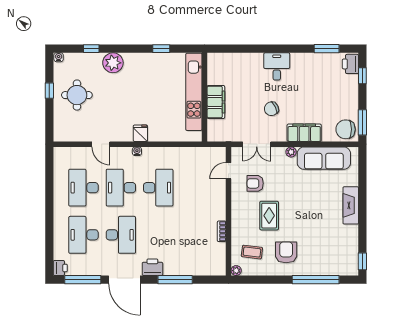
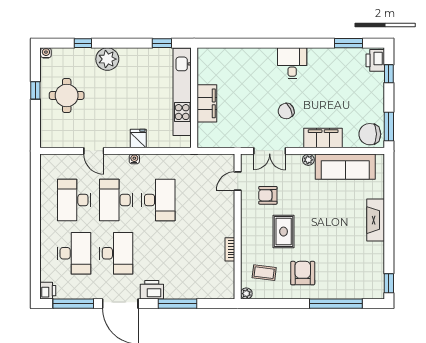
kitchen unit: (194, 92) -> (182, 92), moved
wall: (205, 97) -> (194, 98), moved
filing cabinet: (216, 102) -> (207, 103), moved
desk: (83, 235) -> (74, 253), turned 180

